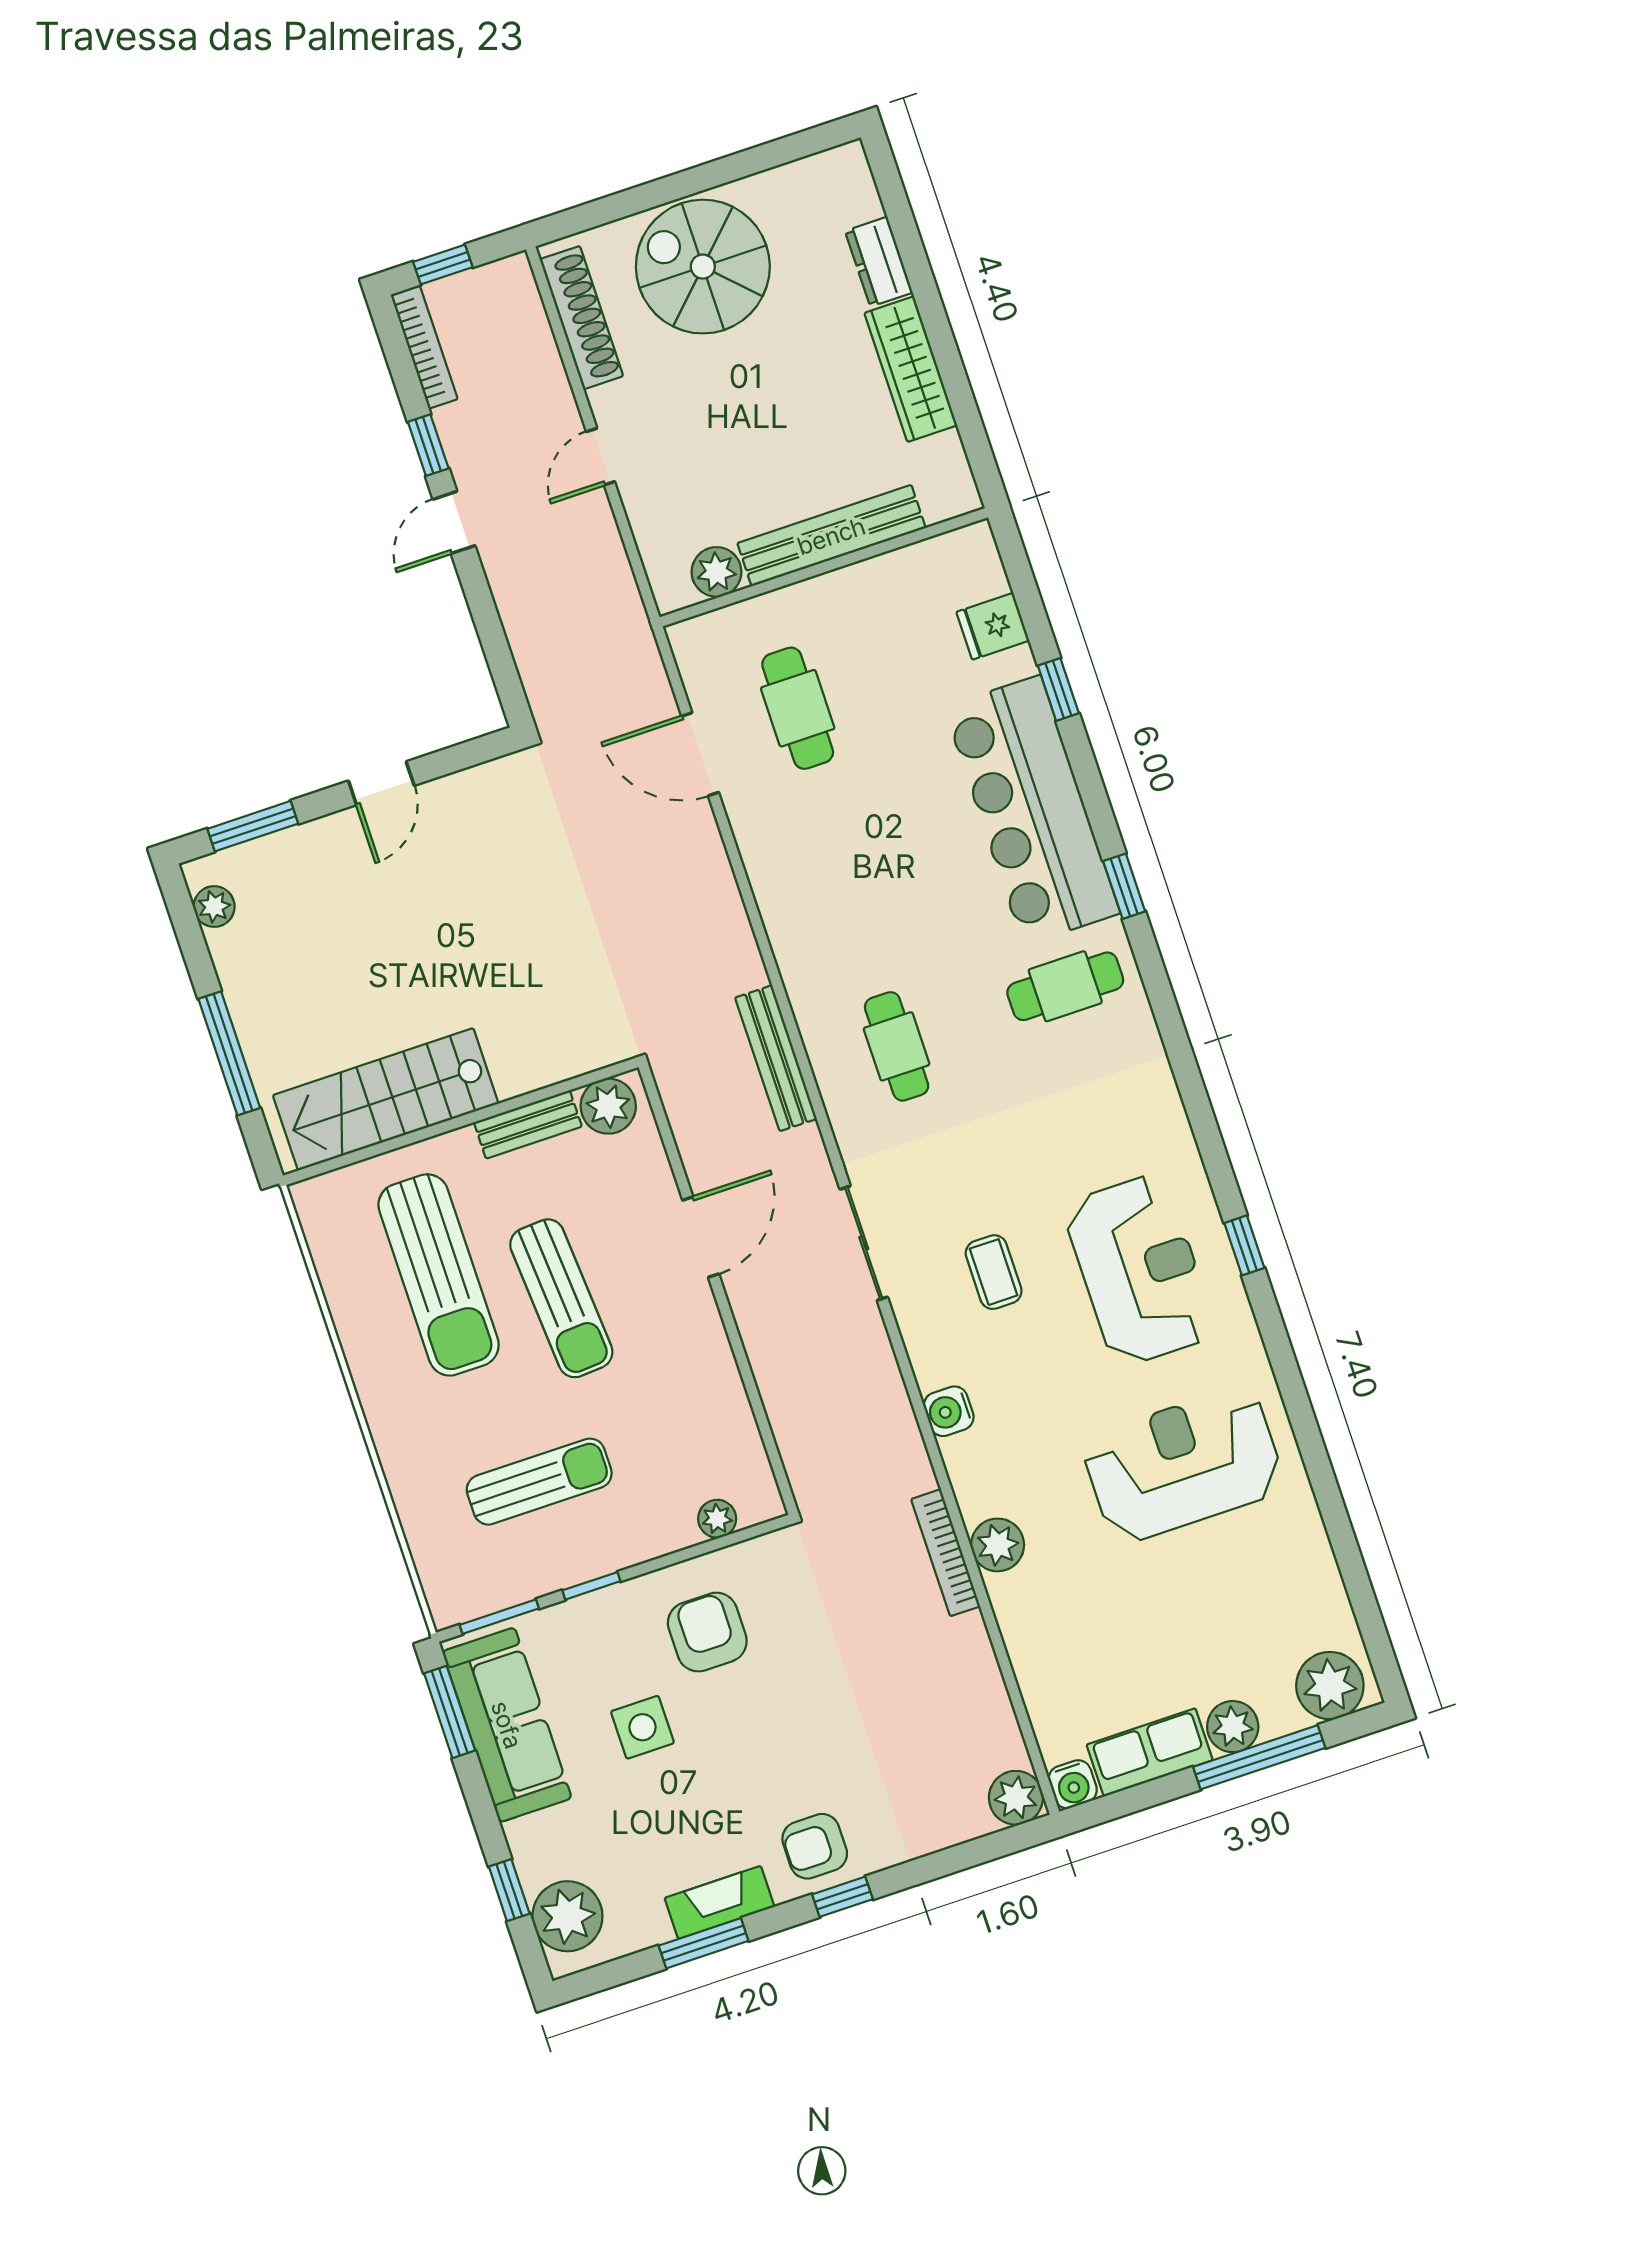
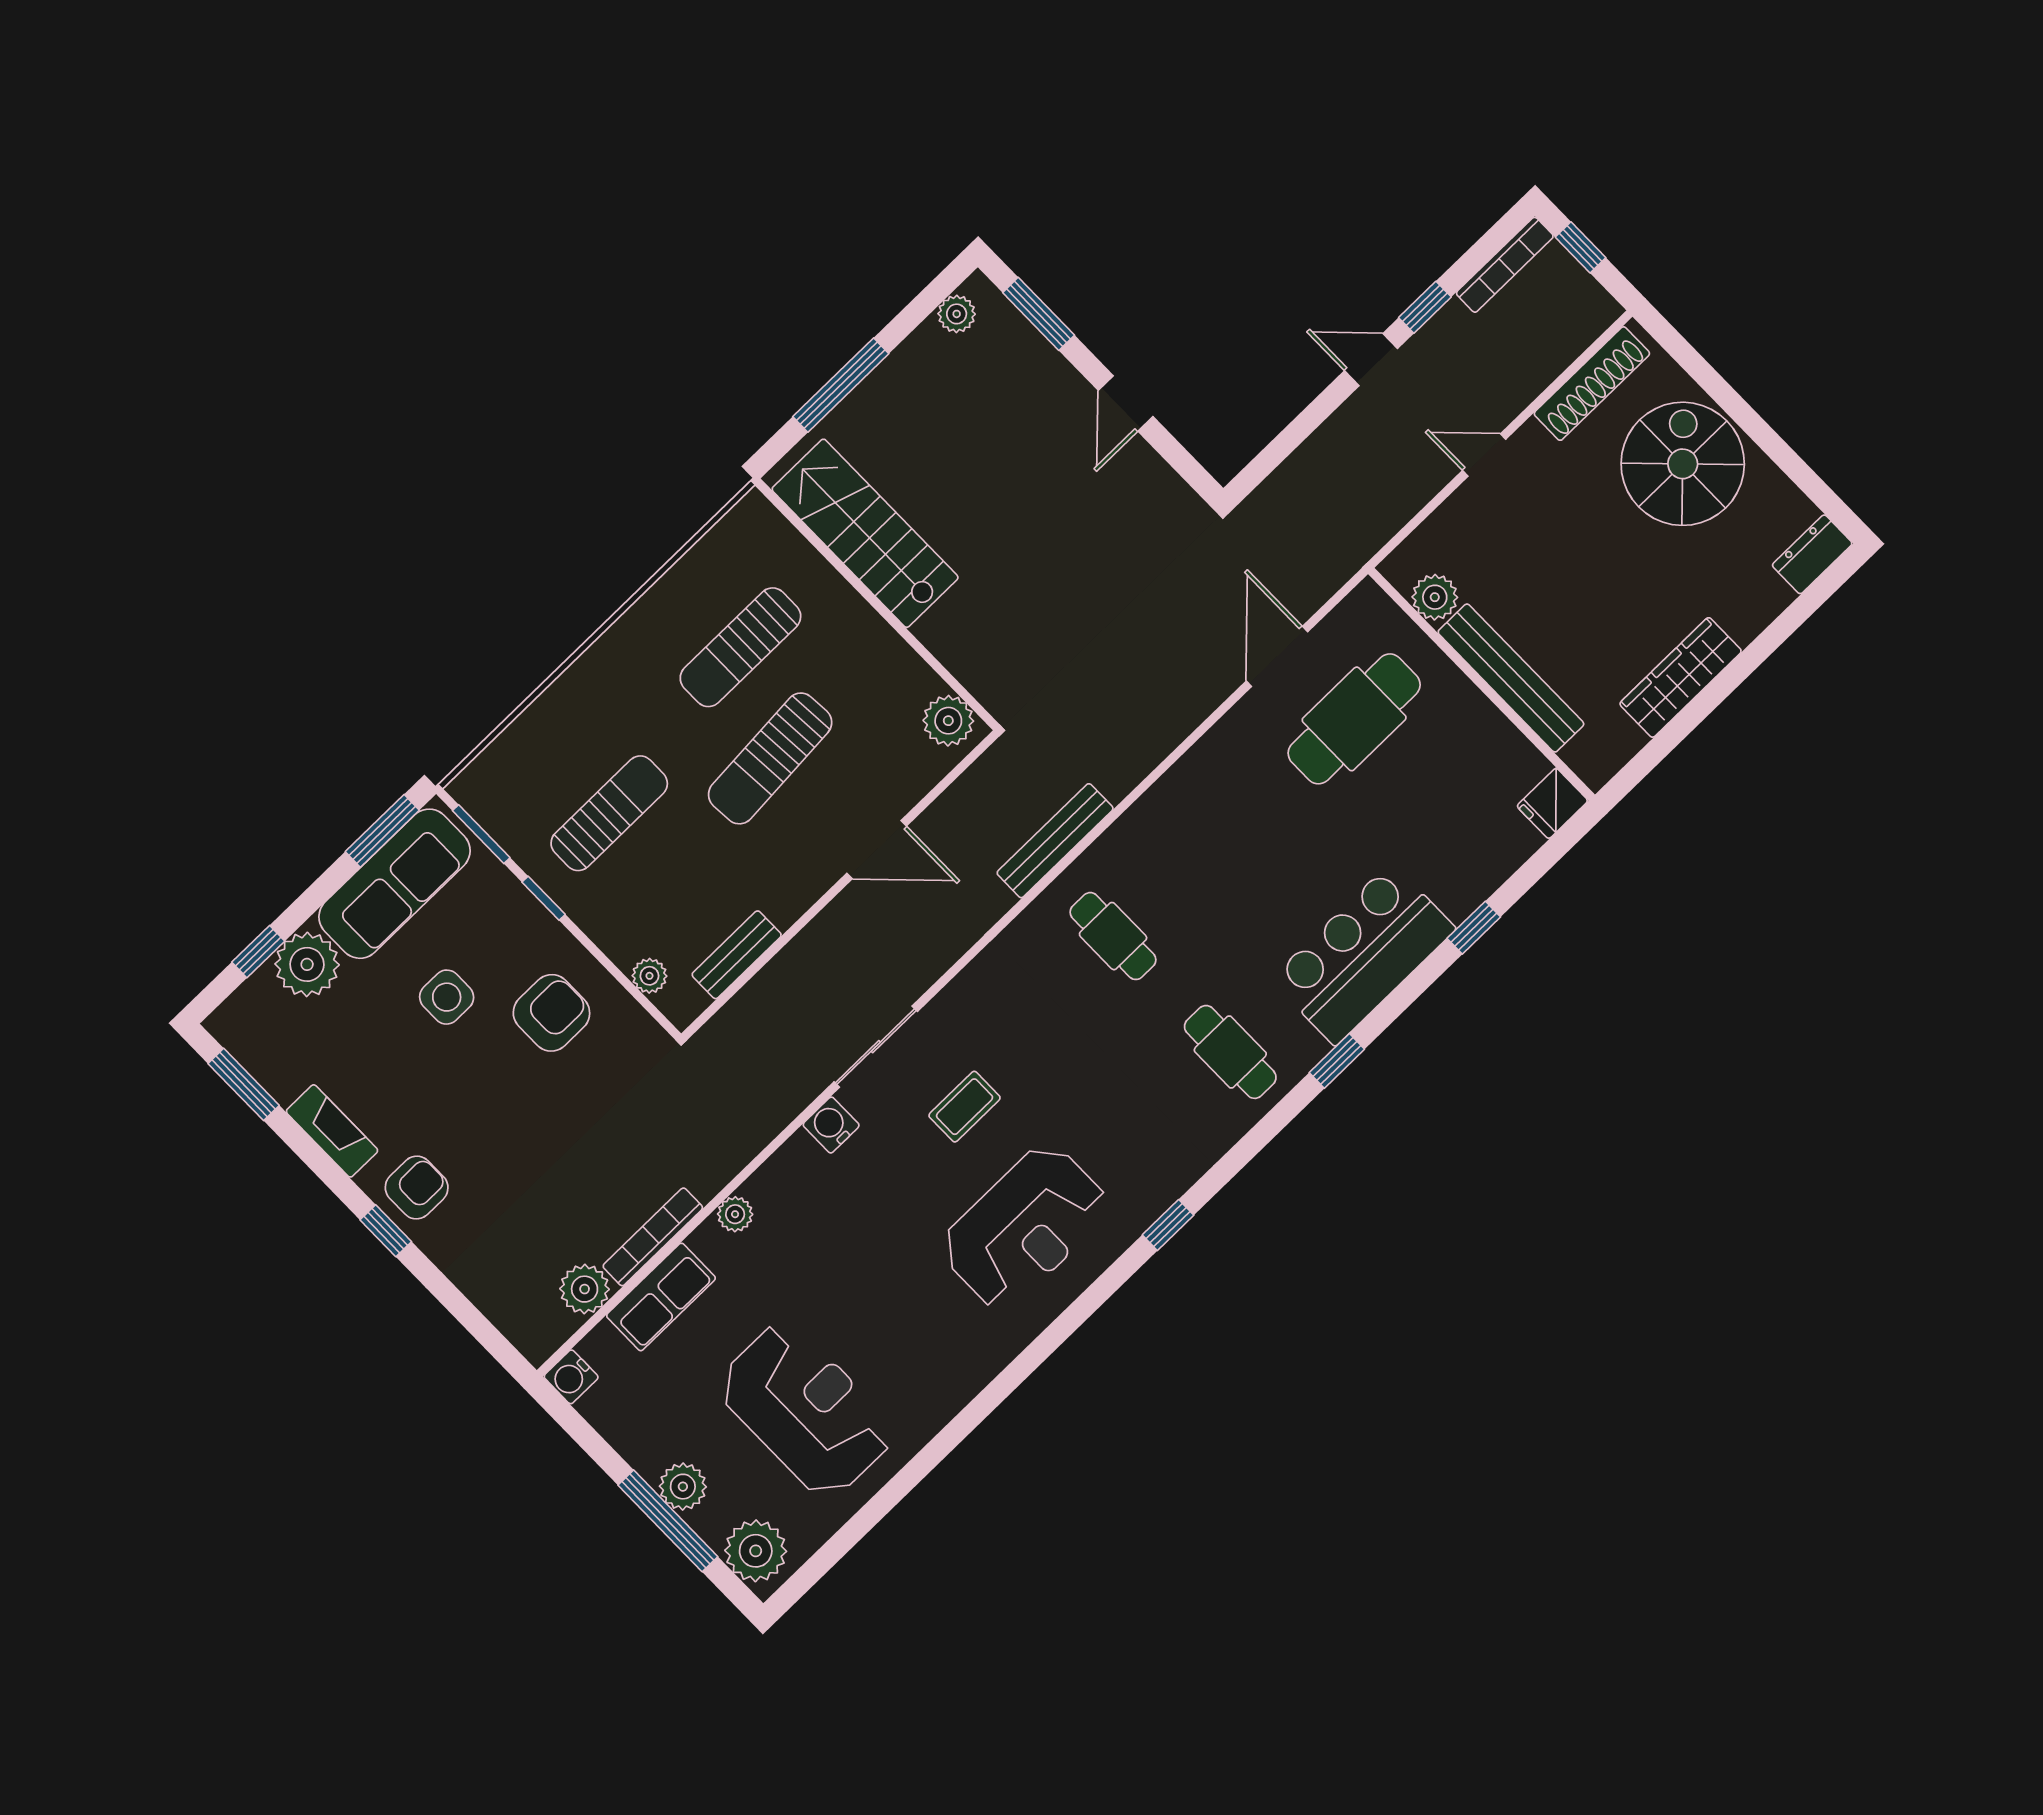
dresser: (879, 262) -> (1812, 554), moved
fridge: (993, 626) -> (1552, 803), moved, turned -90
cafe table: (798, 708) -> (1354, 719), width x1.37, depth x1.35
door: (381, 783) -> (1126, 403), hinge flipped
bar counter: (1032, 810) -> (1363, 954), width x0.73
cafe table: (897, 1046) -> (1113, 936), turned 90
bench: (528, 1124) -> (737, 955), moved, turned 90
sliding door: (864, 1243) -> (876, 1047), moved
window: (1244, 1245) -> (1168, 1225), moved
sun lounger: (439, 1275) -> (740, 647), width x0.73, depth x0.75
reception desk: (1183, 1465) -> (806, 1410), moved
sun lounger: (539, 1482) -> (609, 813), turned -90
plant: (998, 1545) -> (735, 1214), width x0.73, depth x0.73
bookcase: (946, 1553) -> (653, 1237), moved
row of seats: (1150, 1752) -> (661, 1297), moved, turned 90
plant: (1016, 1798) -> (585, 1289), moved
armchair: (815, 1846) -> (417, 1188), turned 90
plant: (567, 1916) -> (307, 964), moved
window: (704, 1943) -> (244, 1084), moved

